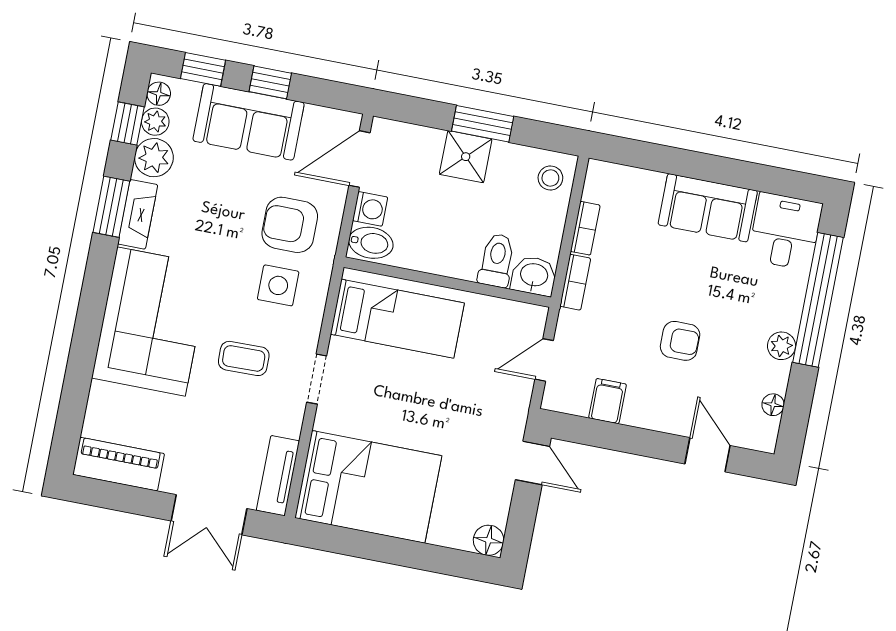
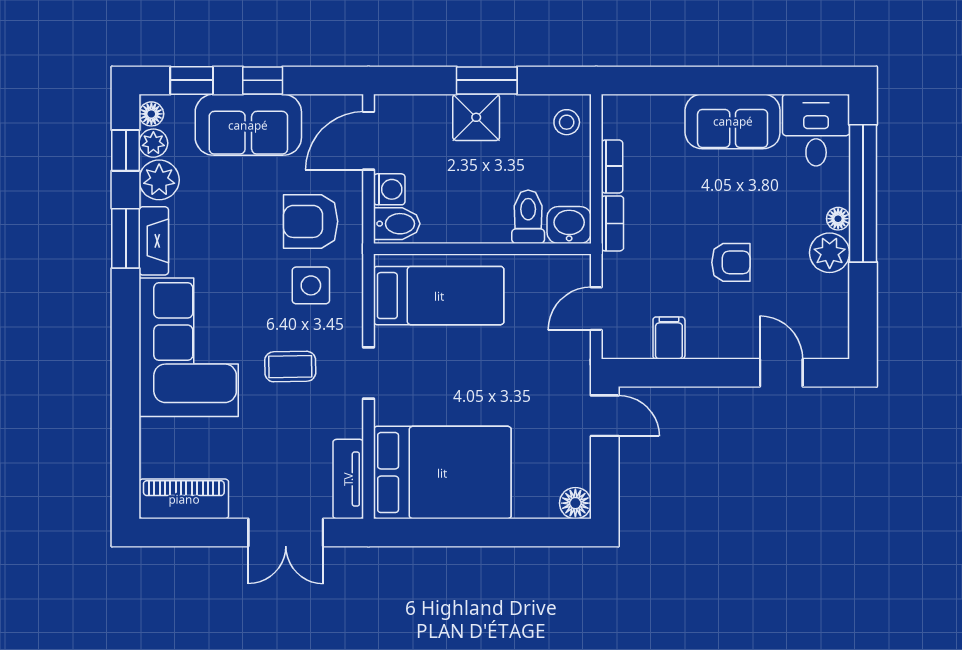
plant: (781, 346) -> (830, 253), width x1.38, depth x1.38
floor lamp: (773, 405) -> (838, 219), moved

